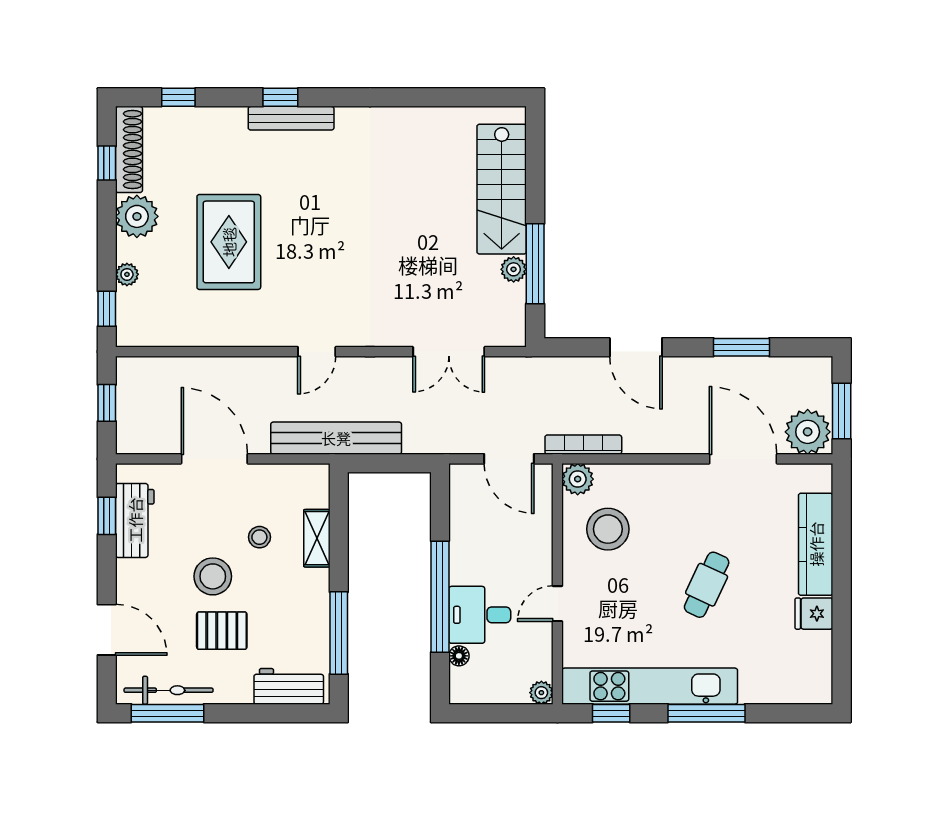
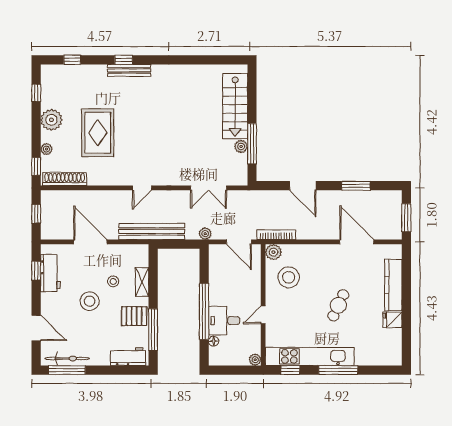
shoe rack: (129, 149) -> (65, 179), moved, turned -90
plant: (808, 432) -> (205, 234), moved, width x0.53, depth x0.53
pallet: (222, 631) -> (134, 316), moved

